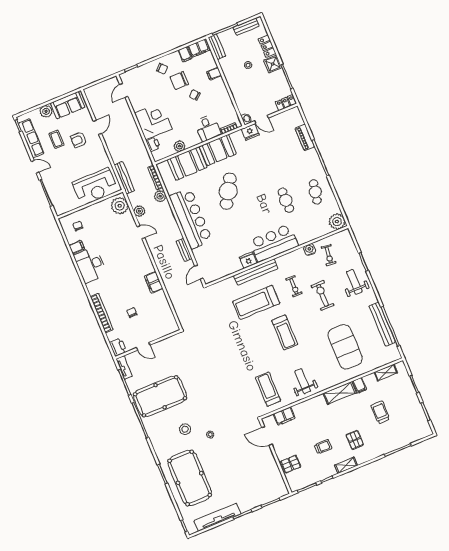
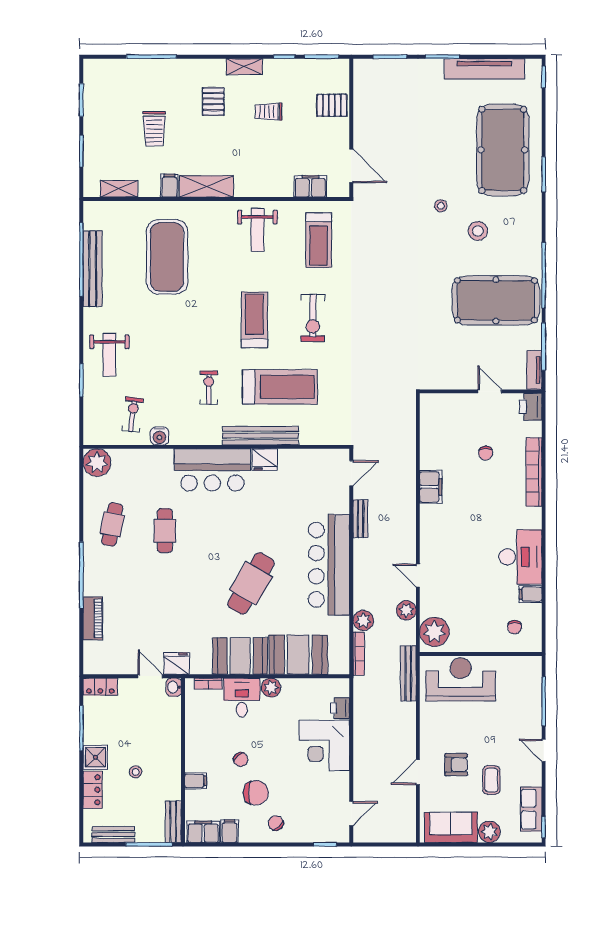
row of seats: (31, 138) -> (531, 809), width x0.68
plant: (179, 146) -> (271, 688), moved
exercise bike: (322, 295) -> (313, 318), moved

